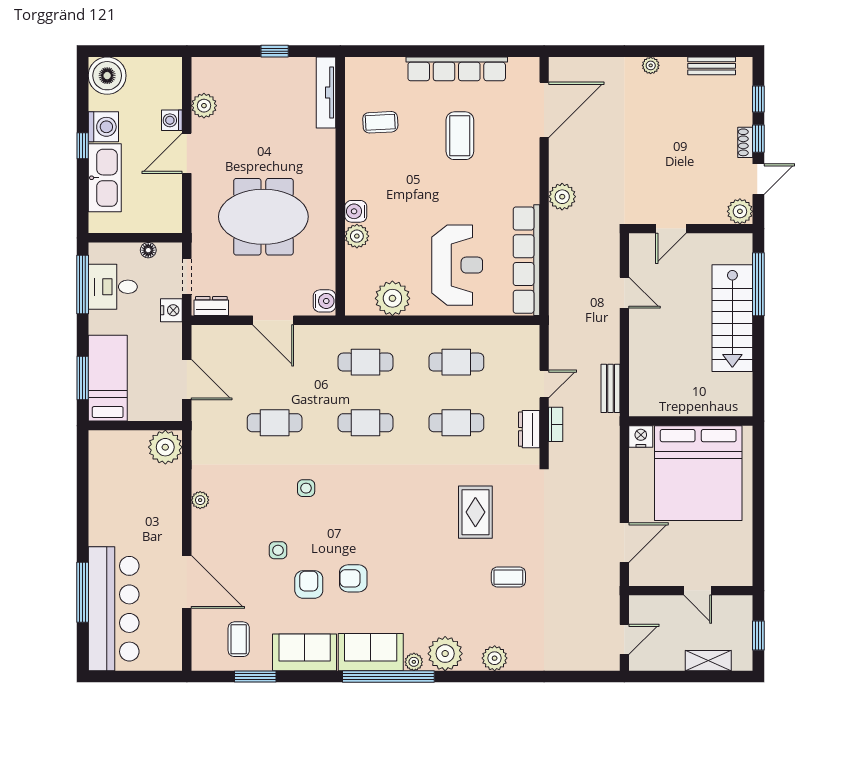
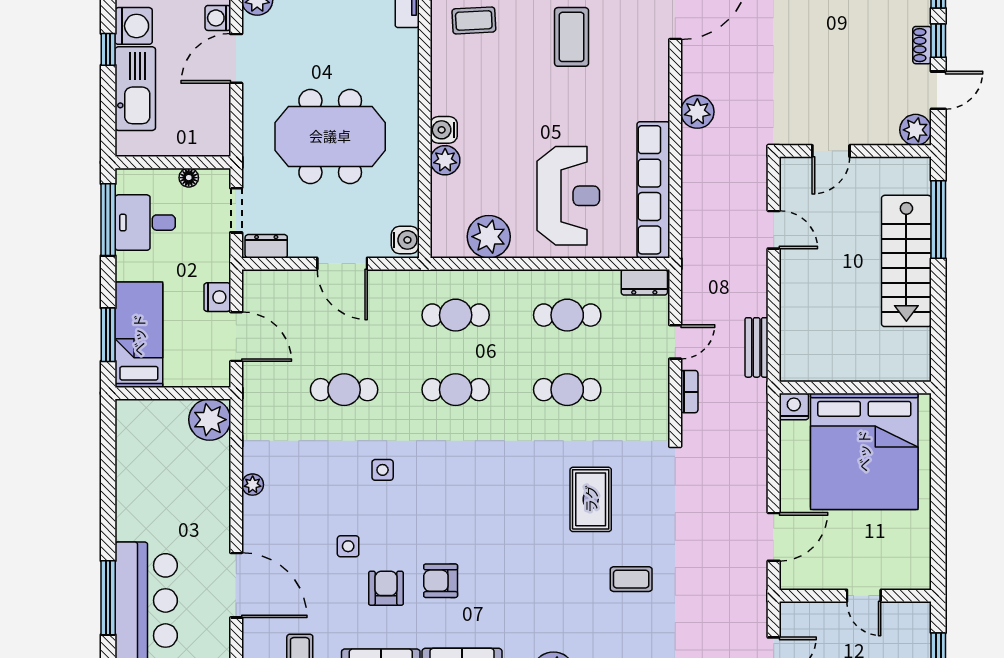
nightstand: (171, 310) -> (217, 297), moved
dresser: (529, 429) -> (644, 282), moved, turned -90

